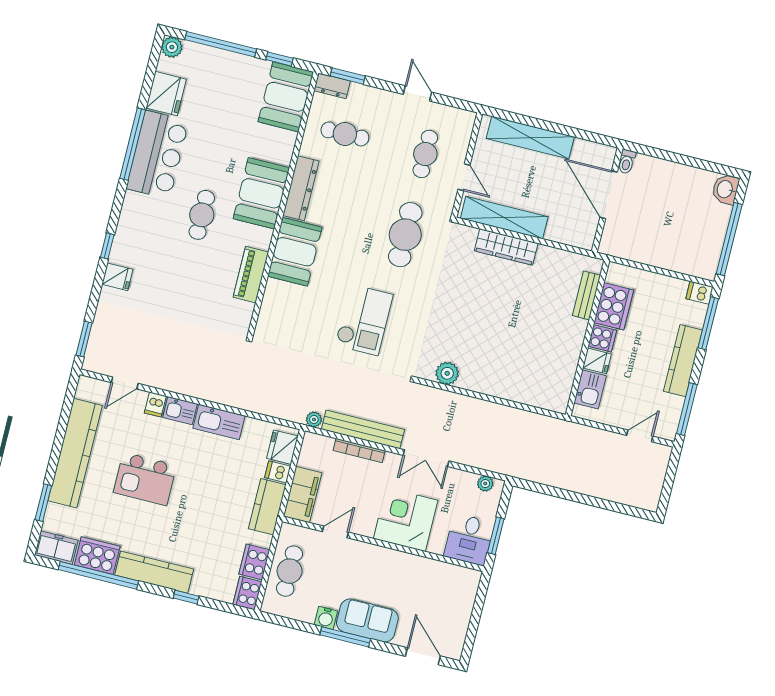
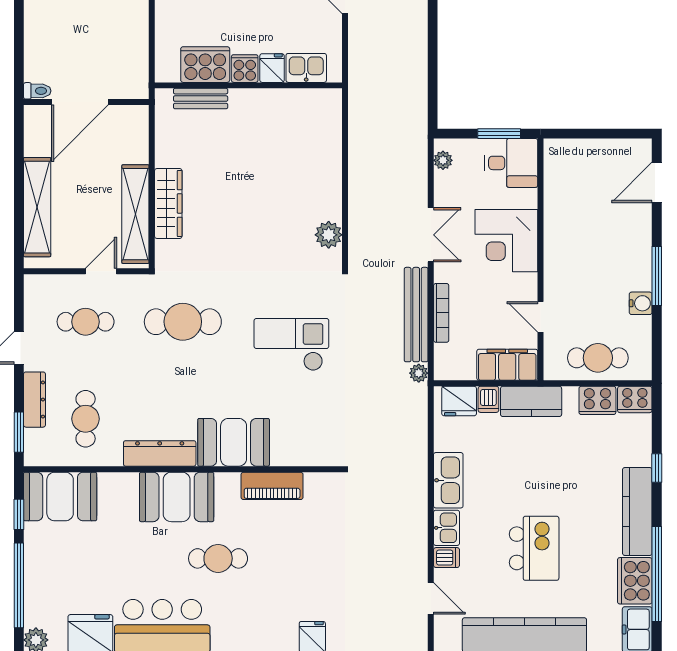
dresser: (332, 86) -> (34, 400), moved, width x1.44
sofa: (367, 621) -> (632, 255), removed

